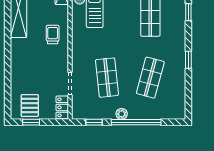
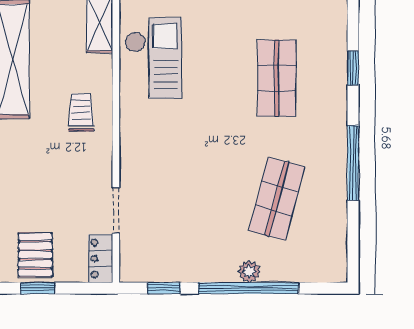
window: (188, 60) -> (353, 163), width x2.17
shop shelf: (107, 78) -> (190, 199), removed
plant: (122, 114) -> (249, 272), moved

